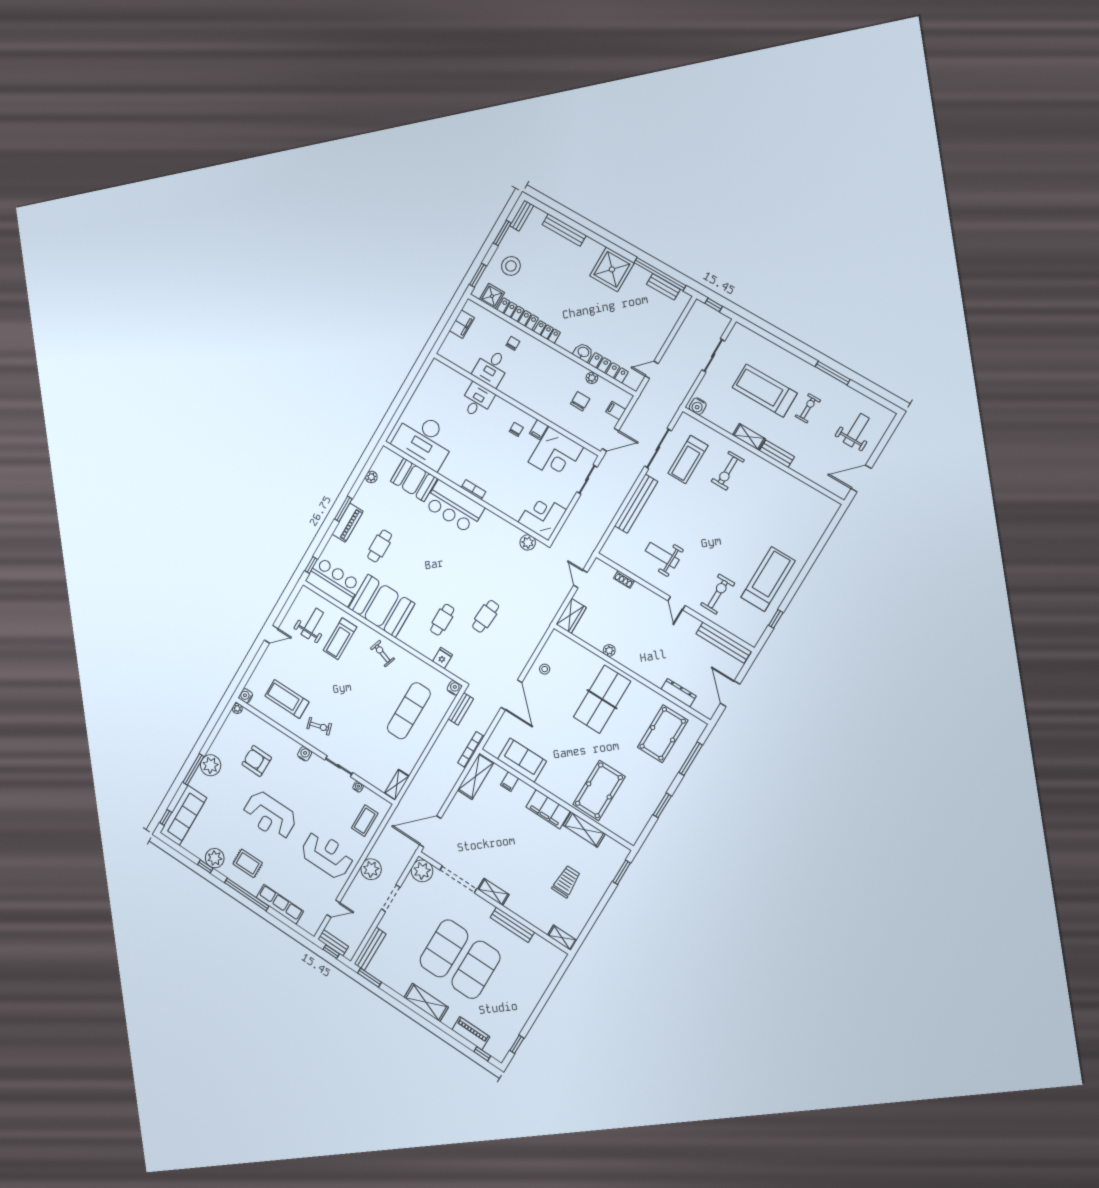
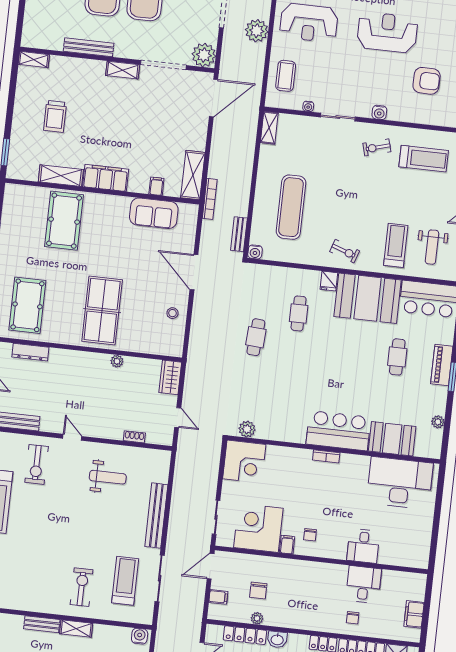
fridge: (443, 658) -> (329, 281), moved

